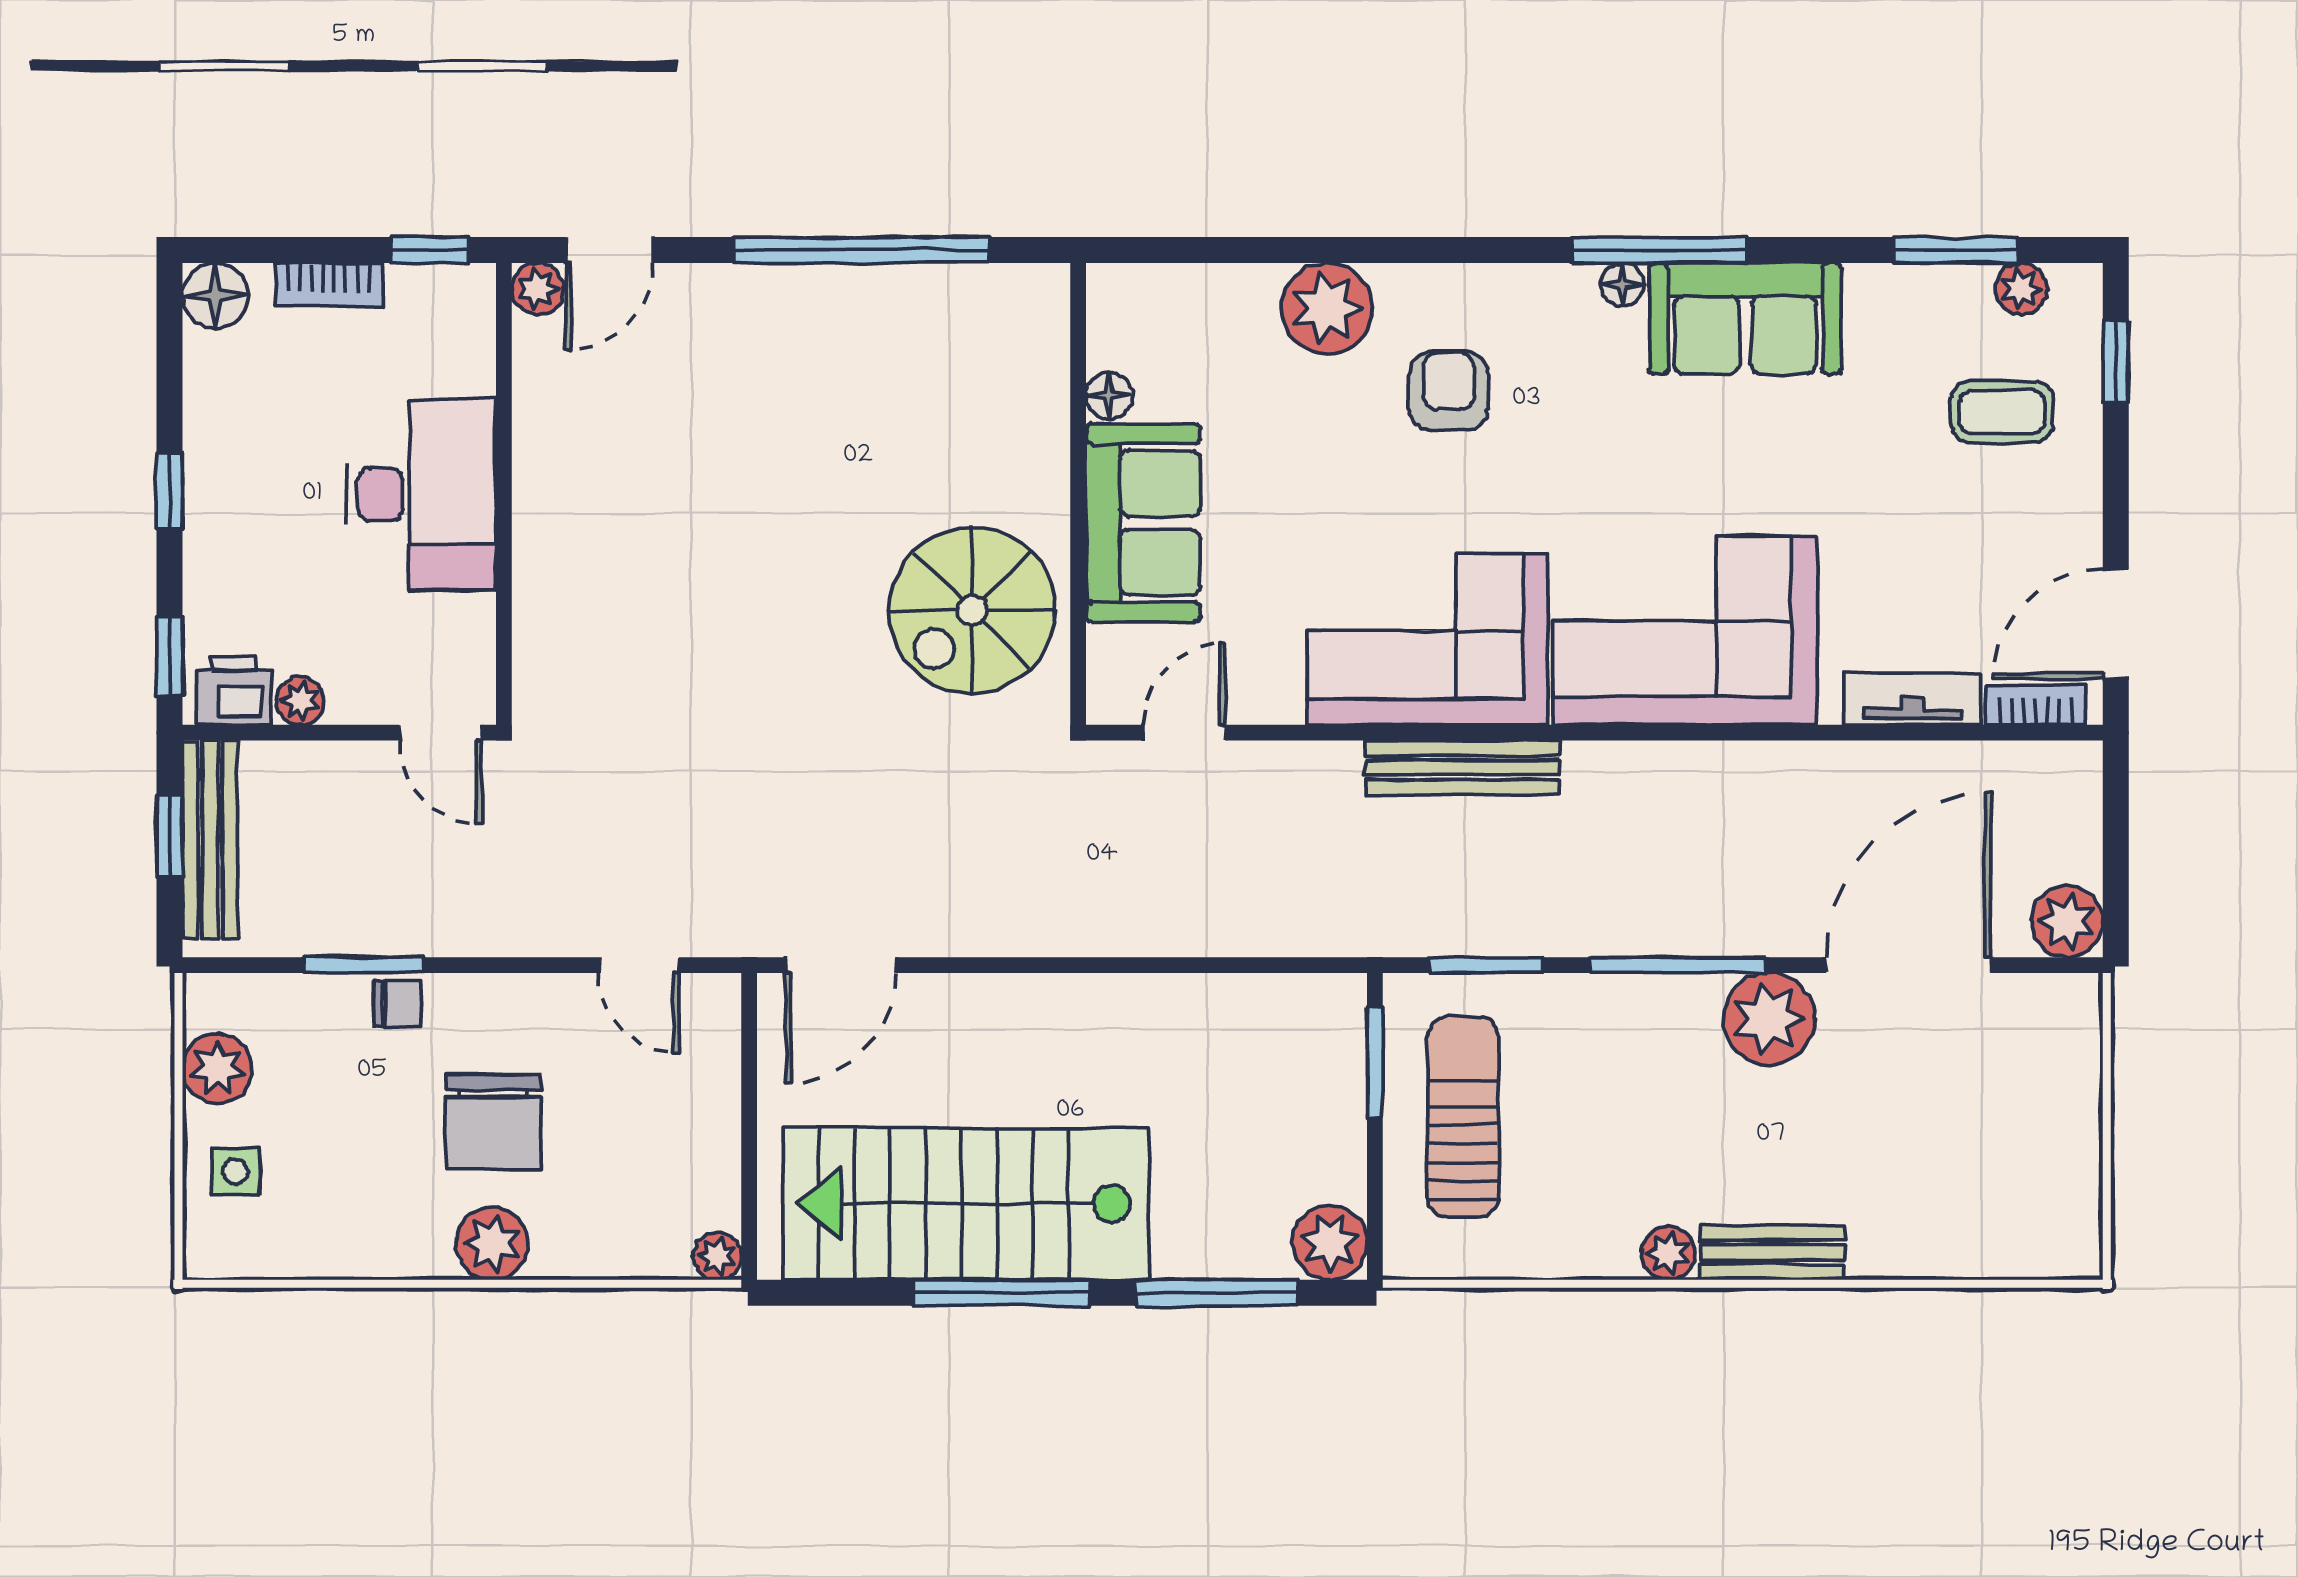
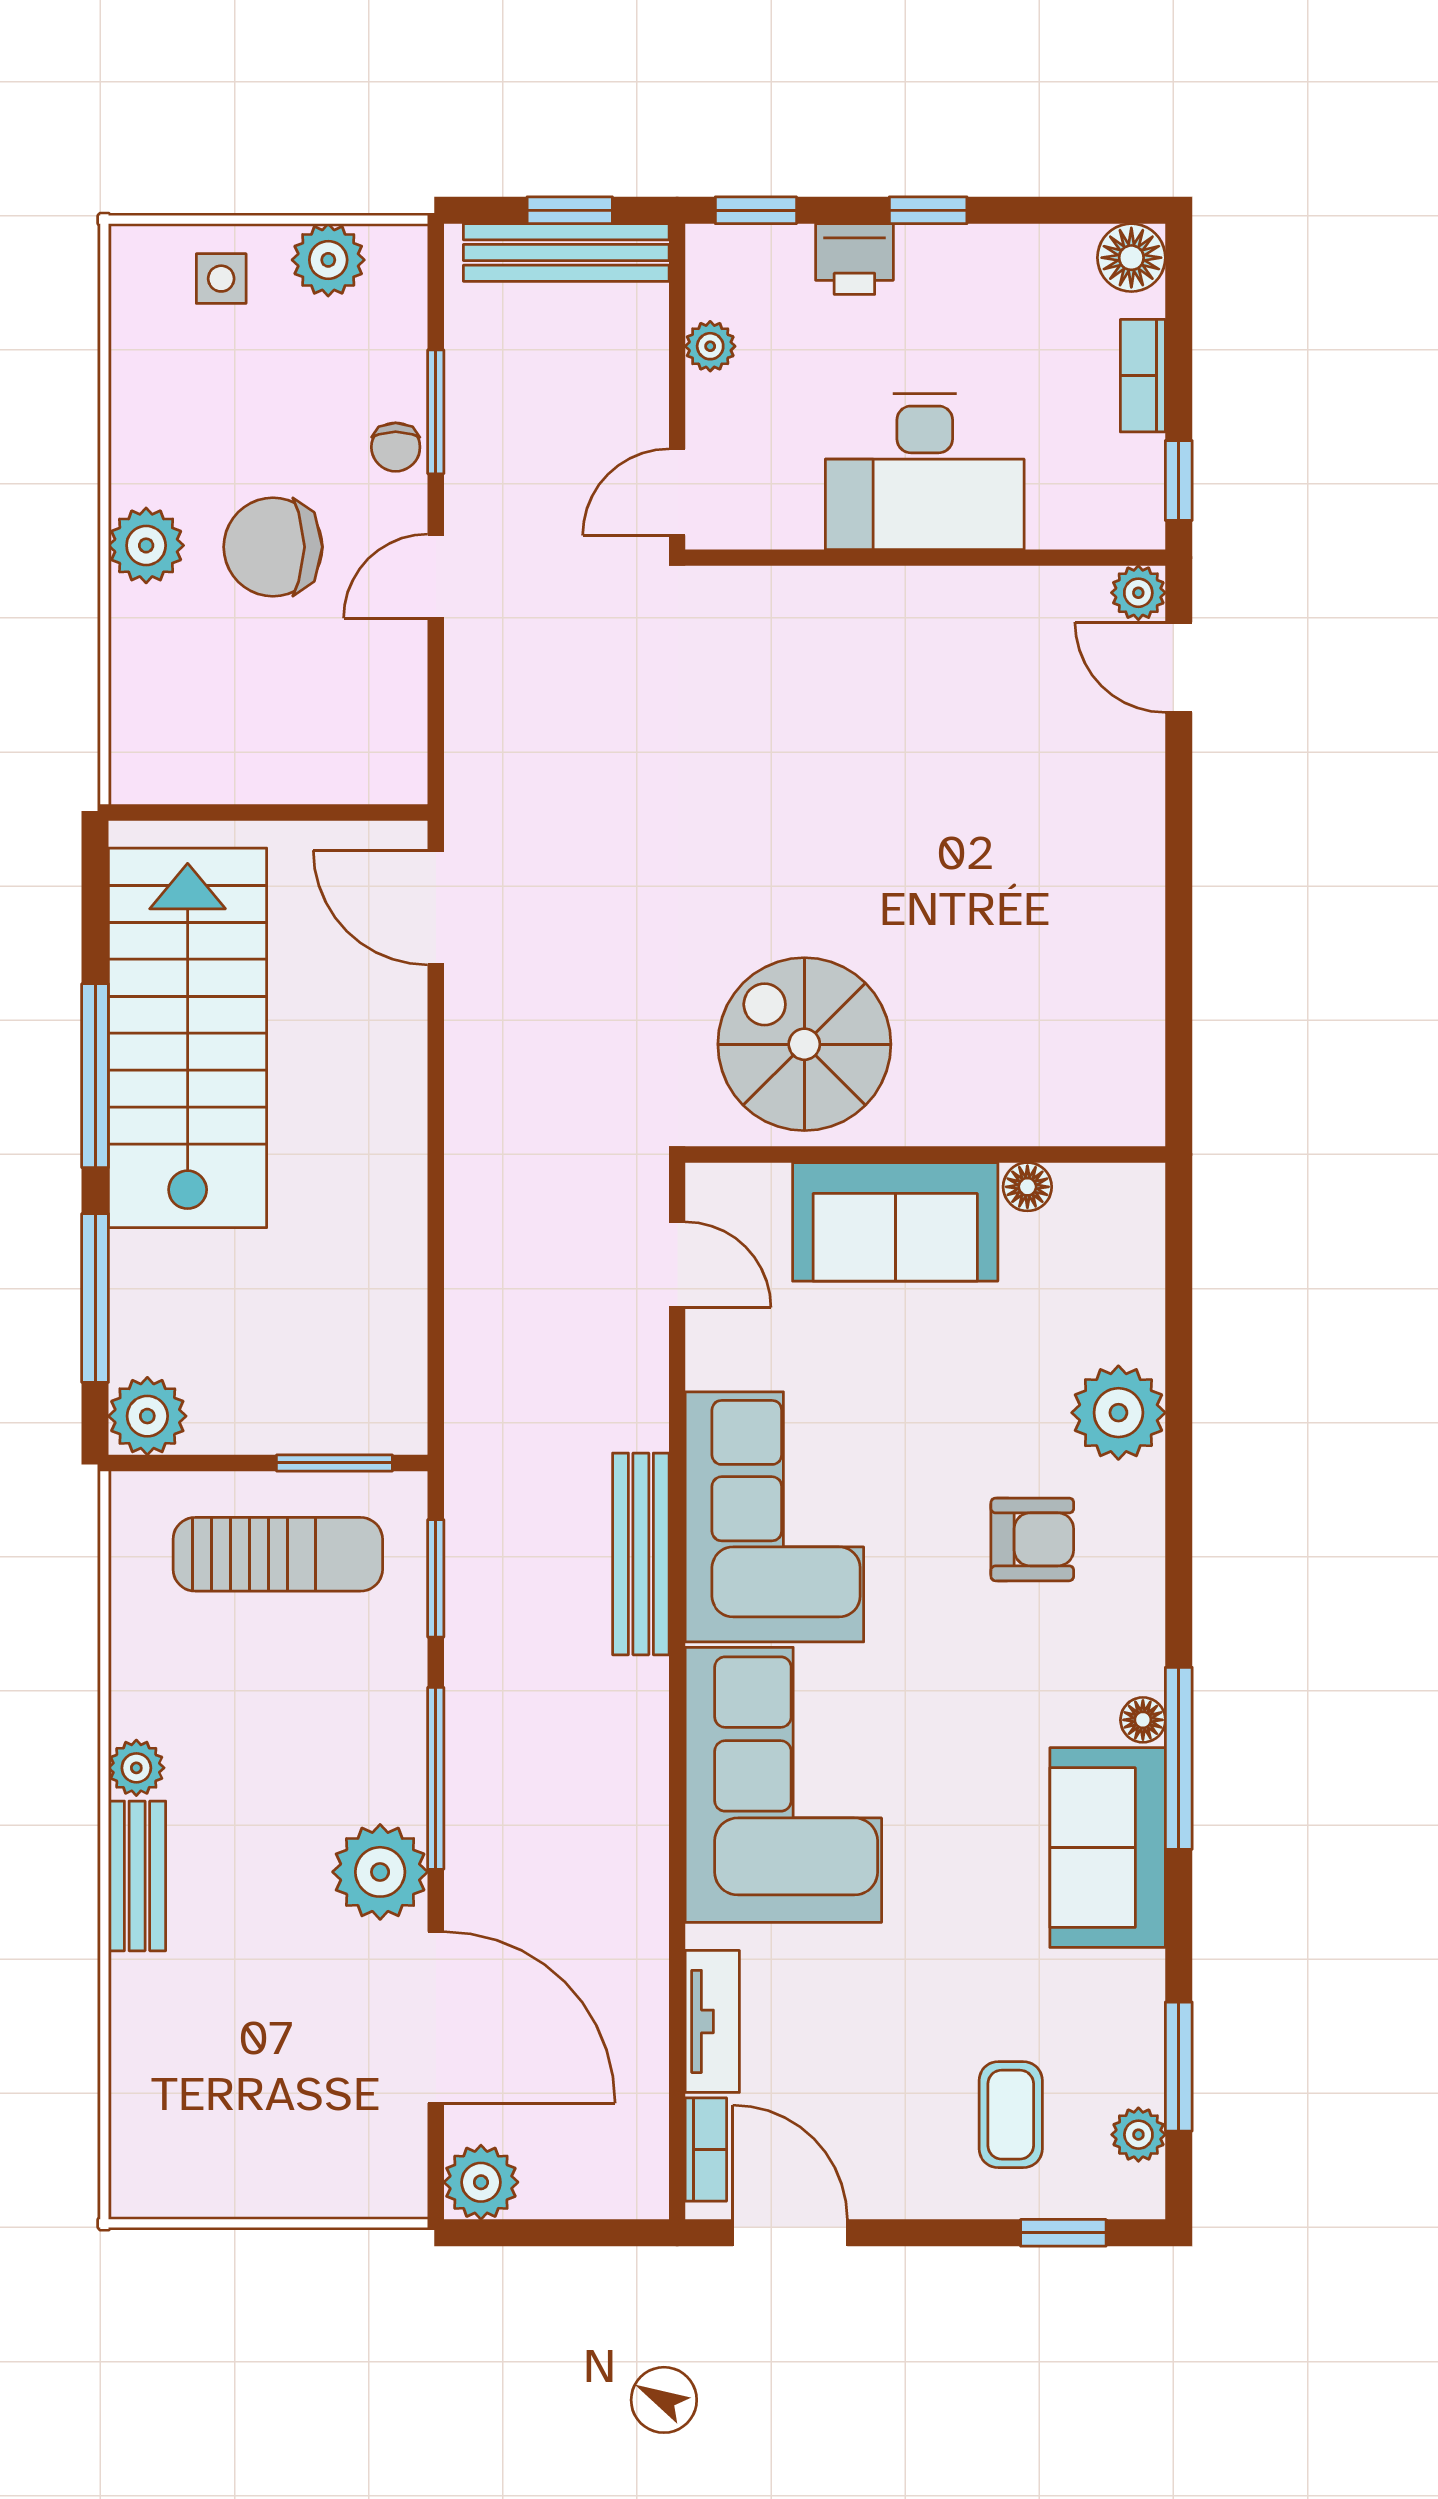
window: (862, 250) -> (1179, 930), removed
printer: (234, 691) -> (854, 259), moved, turned 90
door: (639, 965) -> (436, 576), moved
plant: (717, 1256) -> (133, 779), removed

